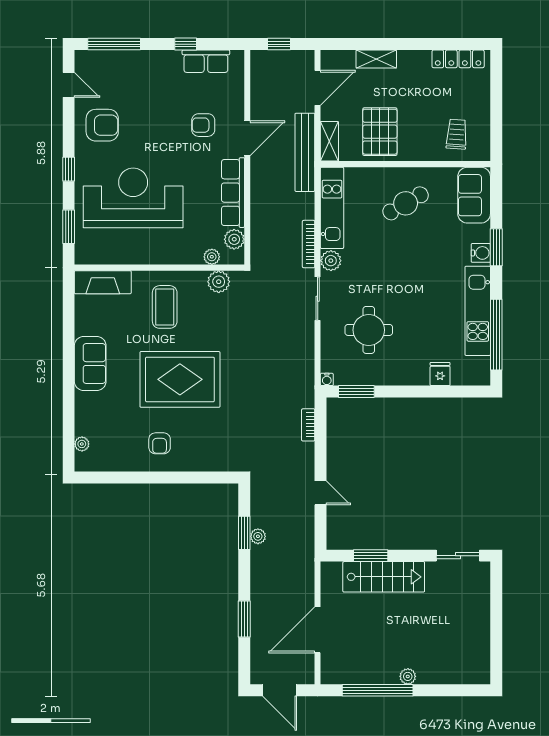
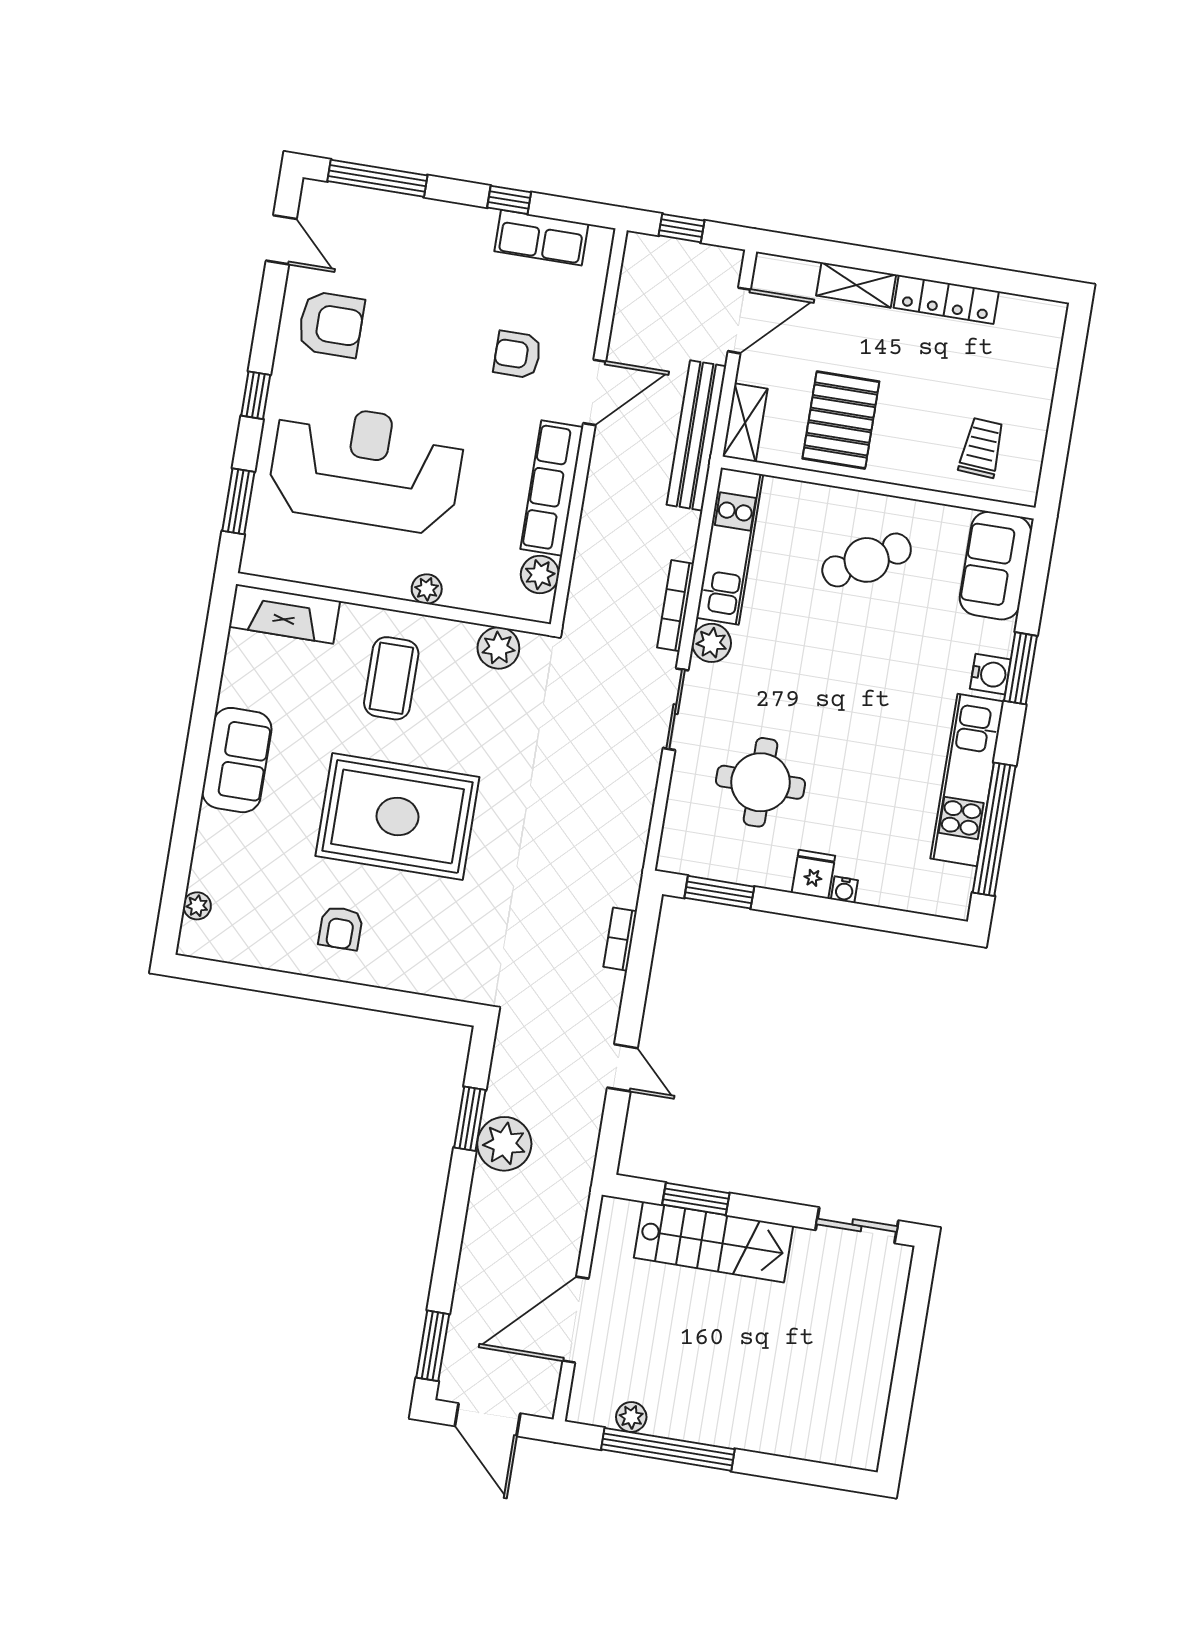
locker: (458, 59) -> (946, 299), moved
plant: (212, 257) -> (427, 589), moved
fridge: (440, 374) -> (813, 874), moved
water cooler: (327, 379) -> (844, 890), moved
plant: (258, 536) -> (504, 1144), width x1.87, depth x1.87
window: (244, 619) -> (433, 1346), moved
plant: (408, 676) -> (631, 1417), moved

